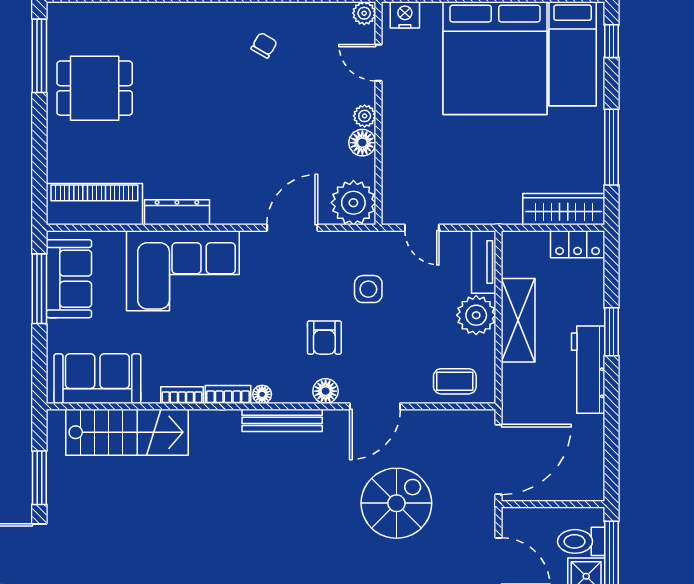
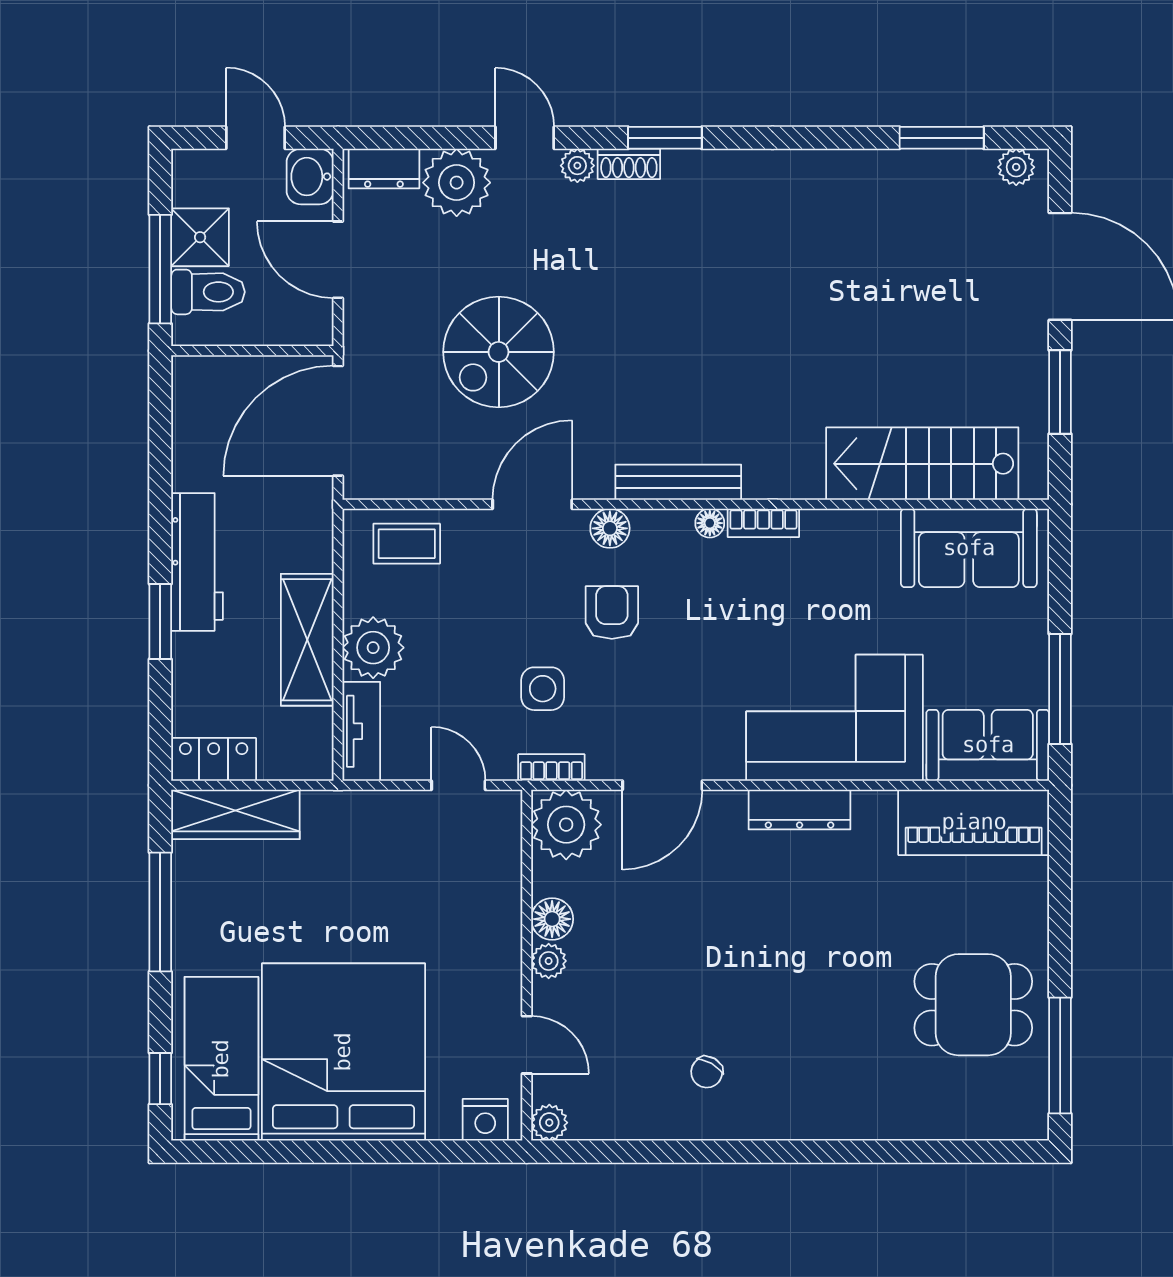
dresser: (177, 212) -> (800, 809), moved
sofa: (69, 279) -> (988, 745), moved, turned 90
bookcase: (182, 395) -> (551, 768), moved, turned 180

